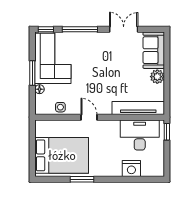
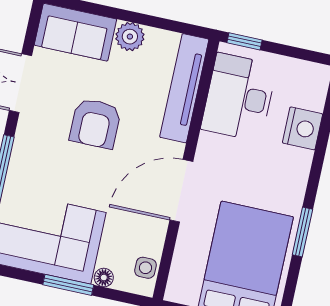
armchair: (112, 69) -> (95, 123), added
side table: (60, 107) -> (145, 268), moved
door: (89, 117) -> (181, 191), width x1.88

